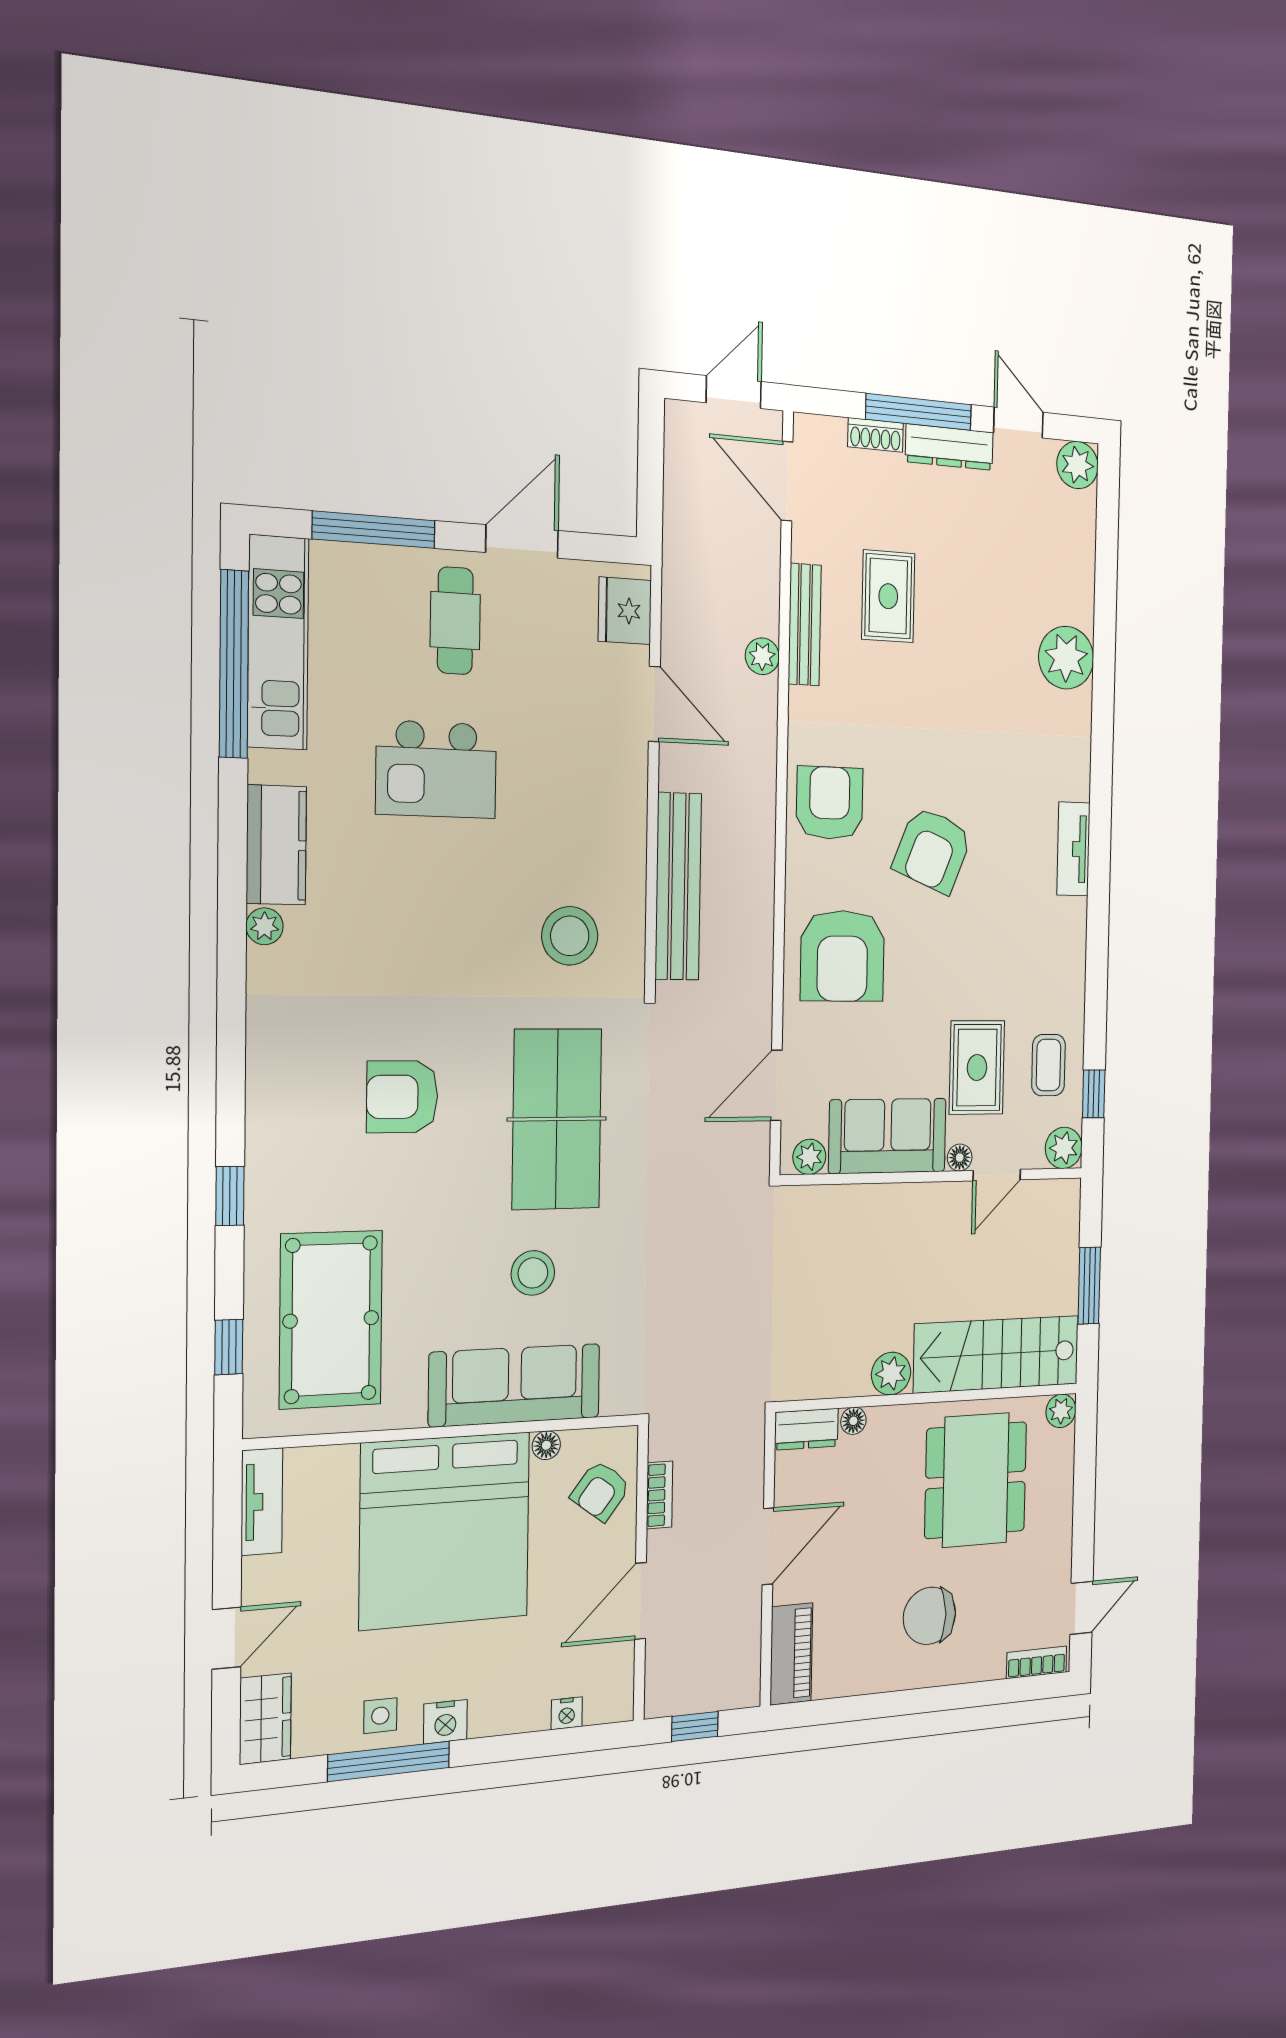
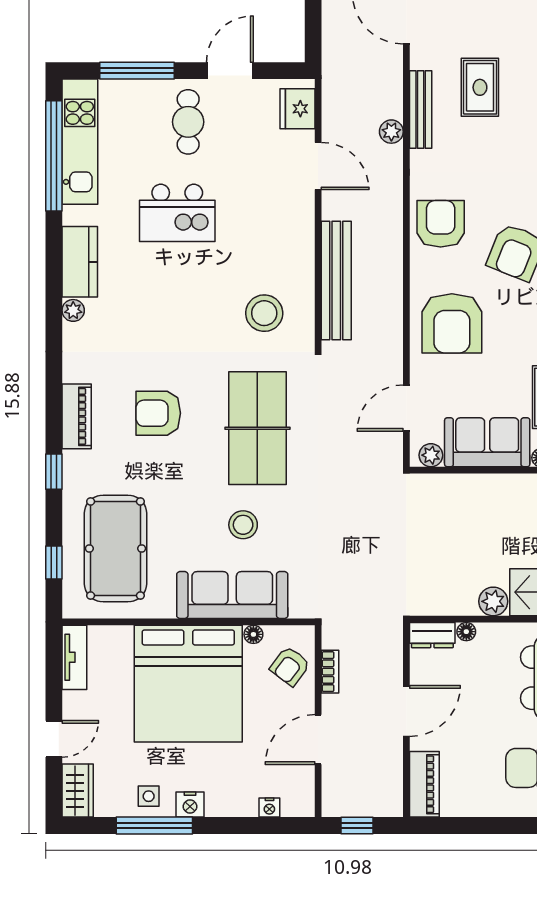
piano: (269, 1103) -> (77, 416), added

